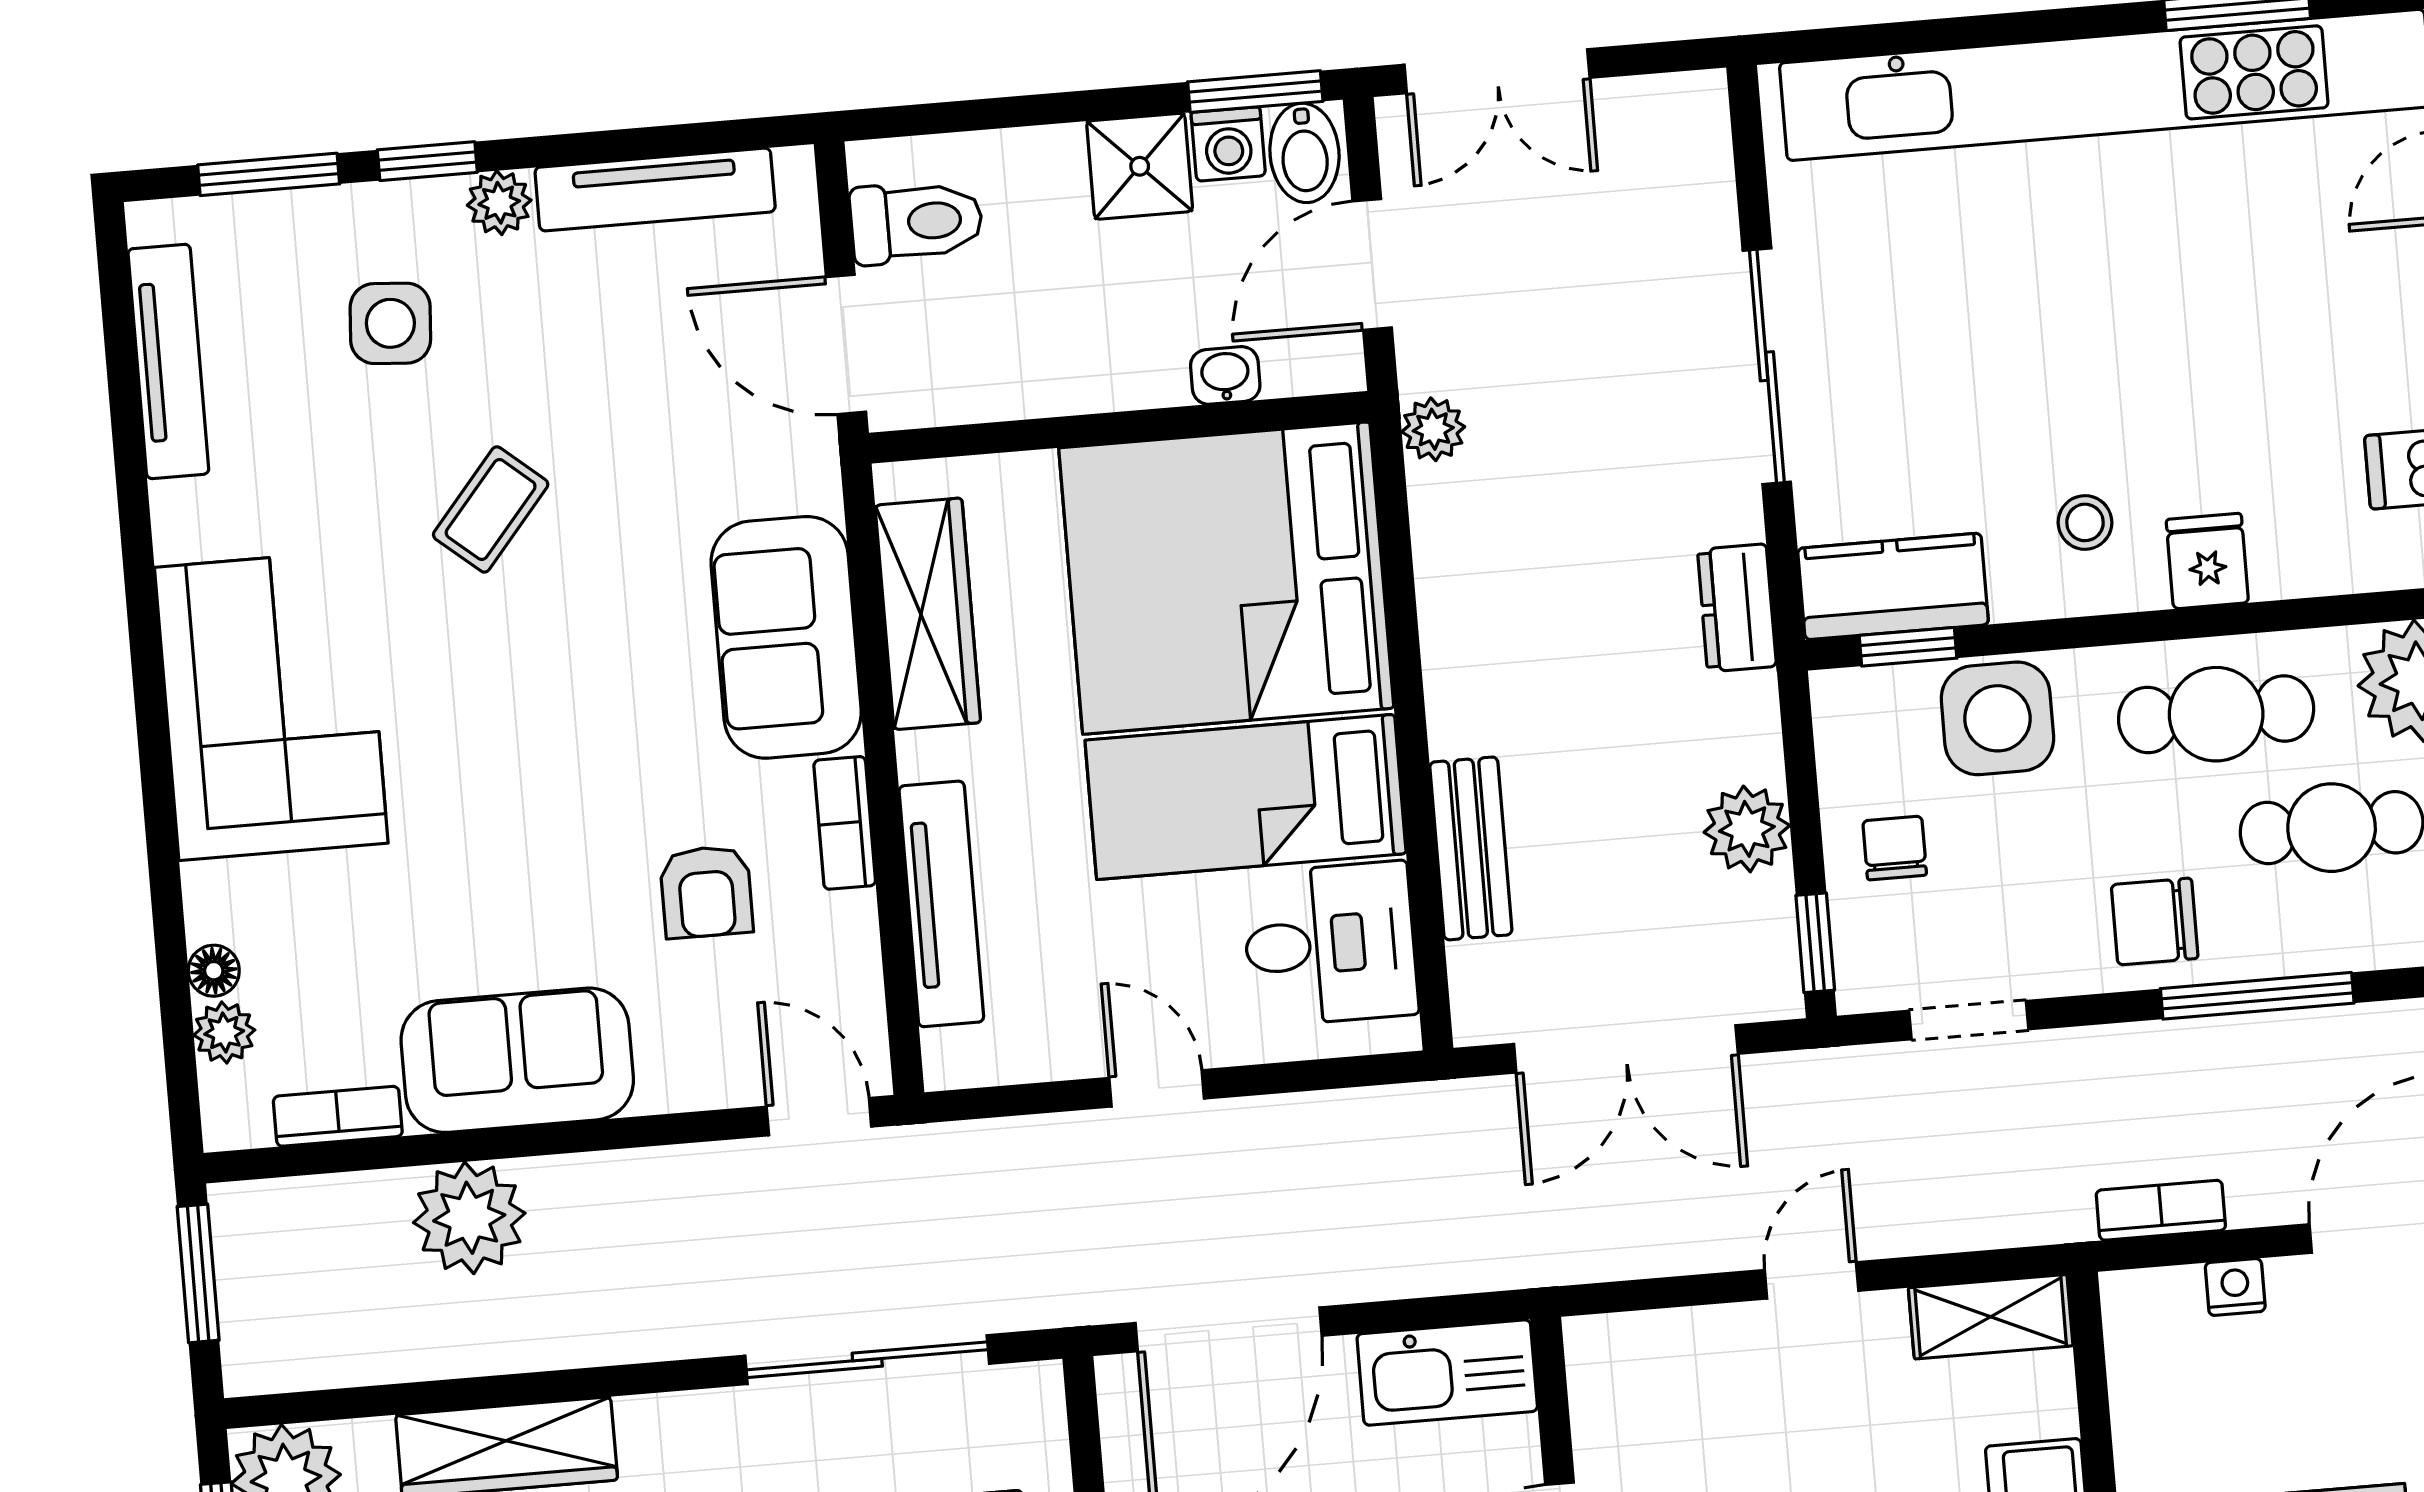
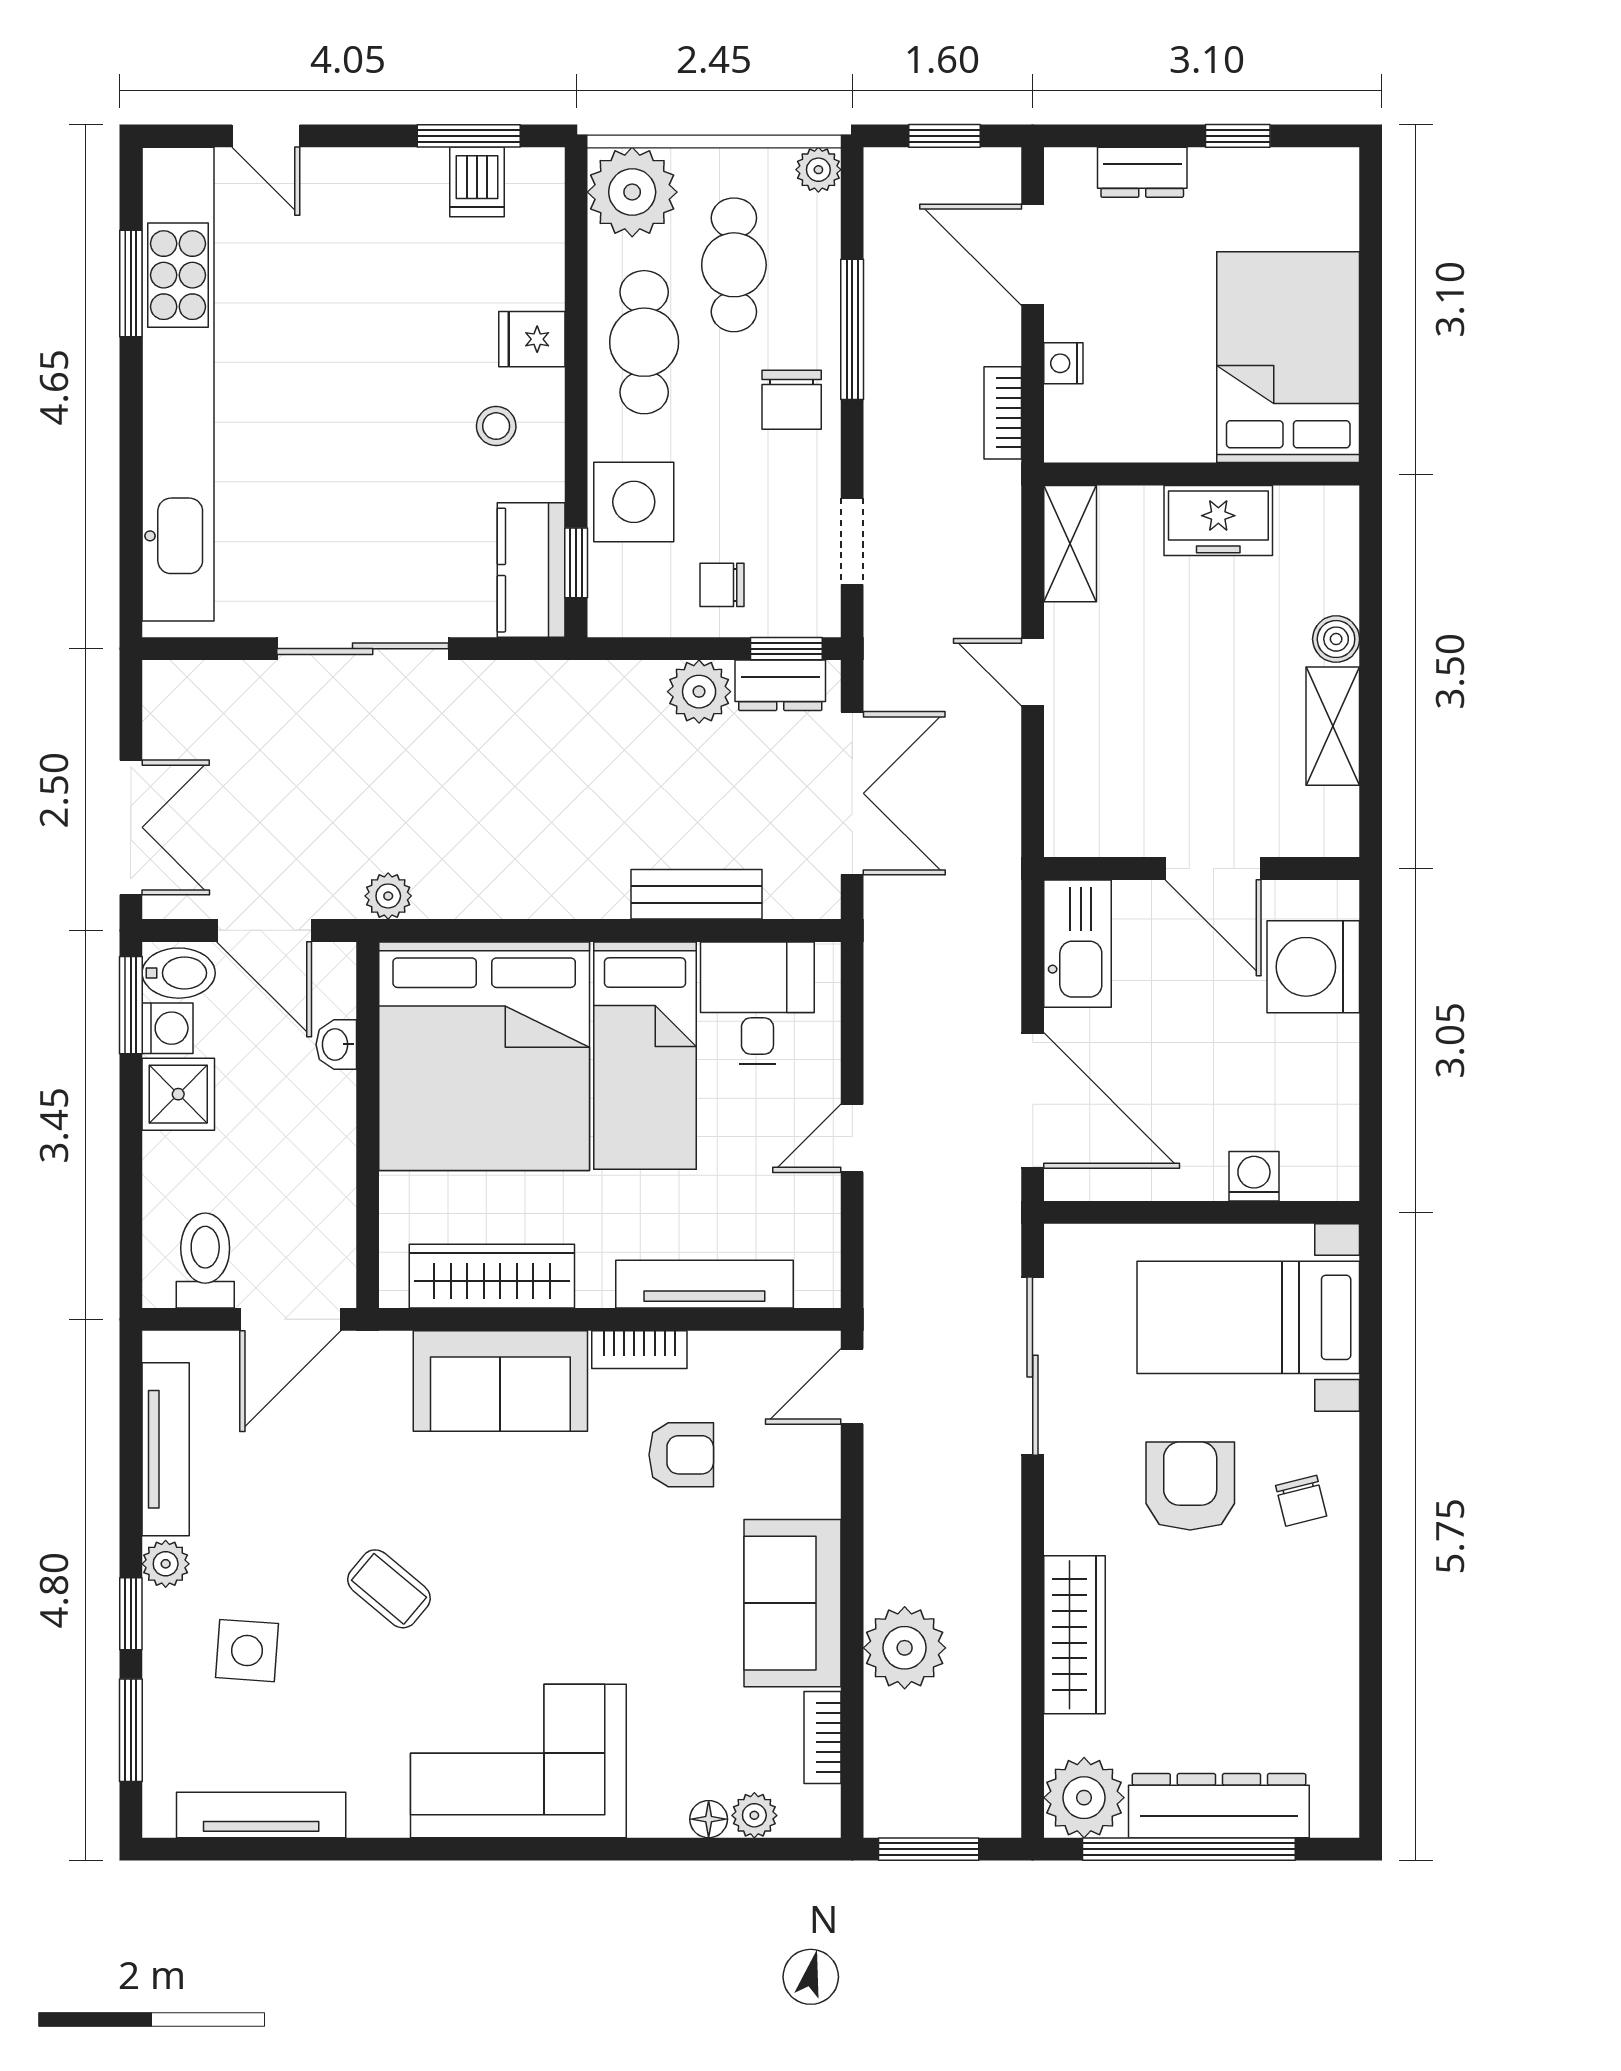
dresser: (1737, 608) -> (780, 685), moved

